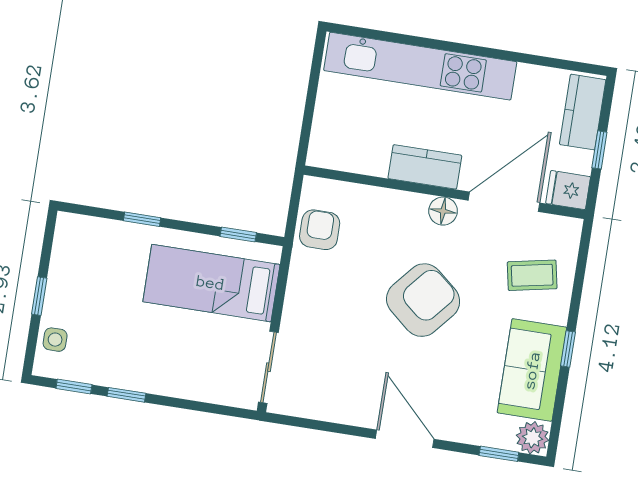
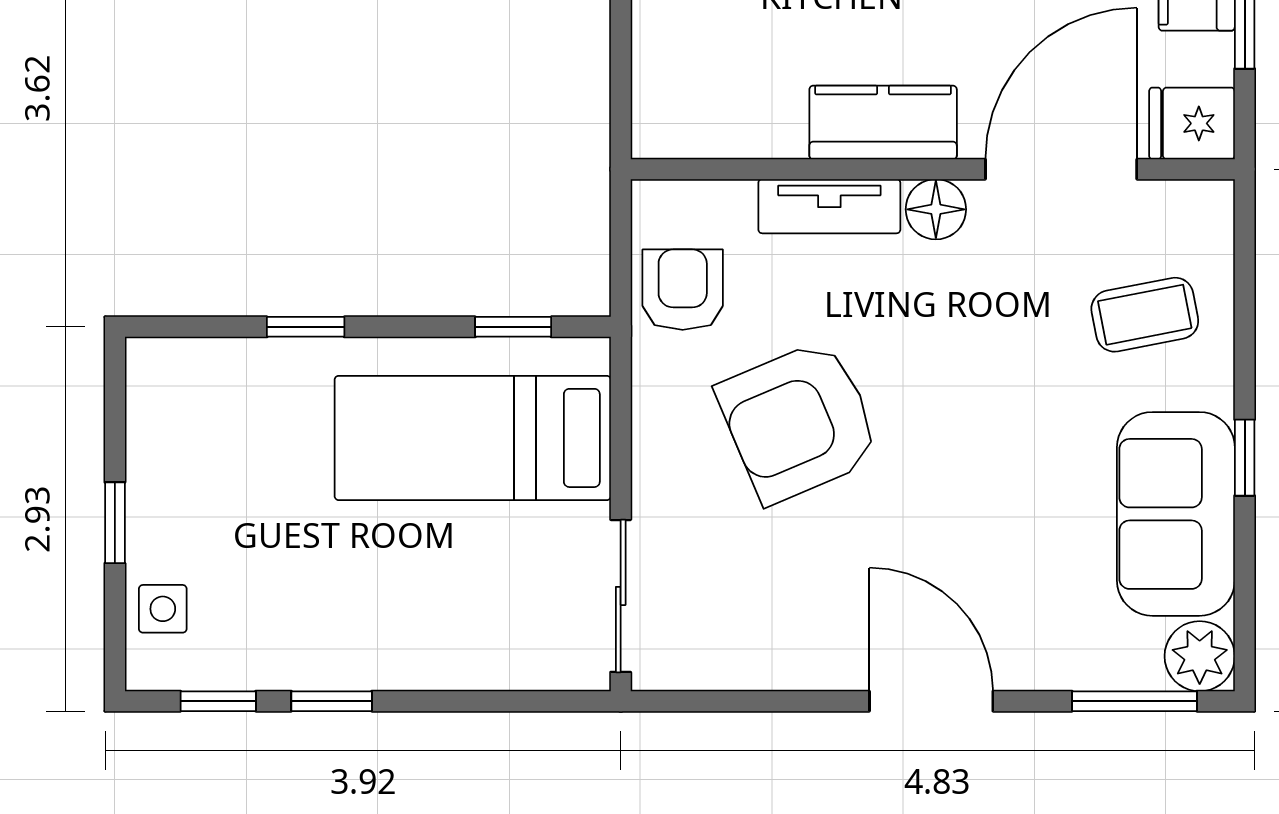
tv unit: (394, 202) -> (829, 206), added
armchair: (423, 300) -> (799, 422), moved, turned -153
window: (499, 454) -> (1134, 701), width x1.50

